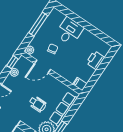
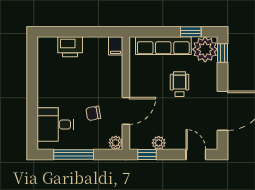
desk: (69, 31) -> (55, 125), moved
door: (42, 67) -> (126, 111), hinge flipped

